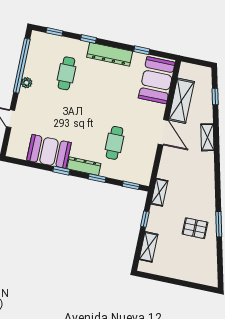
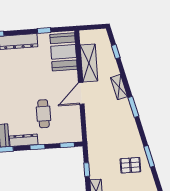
door: (163, 132) -> (81, 93), swing flipped
window: (217, 164) -> (133, 107), added
shelving: (159, 192) -> (92, 144), removed

